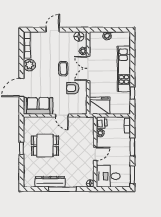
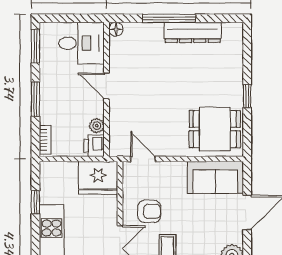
door: (62, 116) -> (143, 159), moved
dining table: (45, 146) -> (215, 129), moved
door: (95, 154) -> (107, 86), hinge flipped

